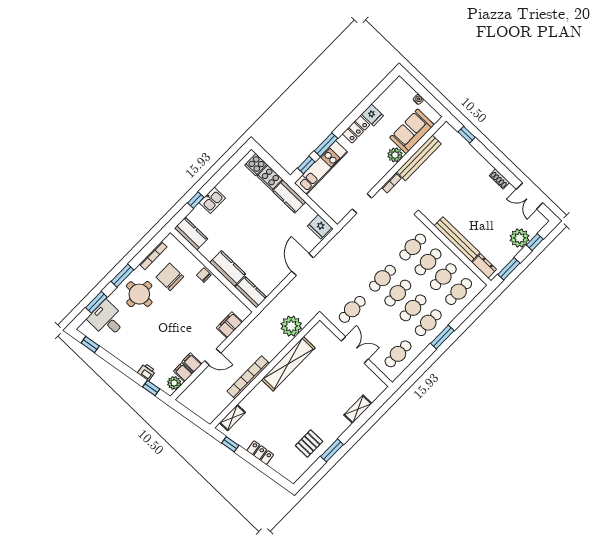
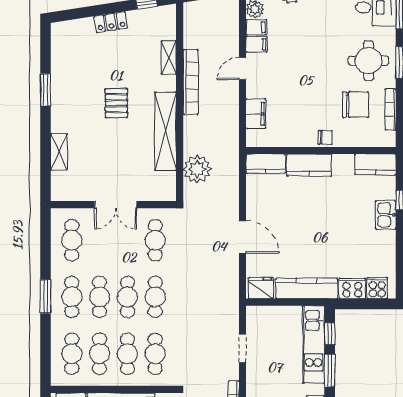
kitchen counter: (289, 197) -> (307, 288), width x1.50
shelving: (232, 418) -> (169, 58), moved
pallet: (309, 443) -> (116, 103), moved

